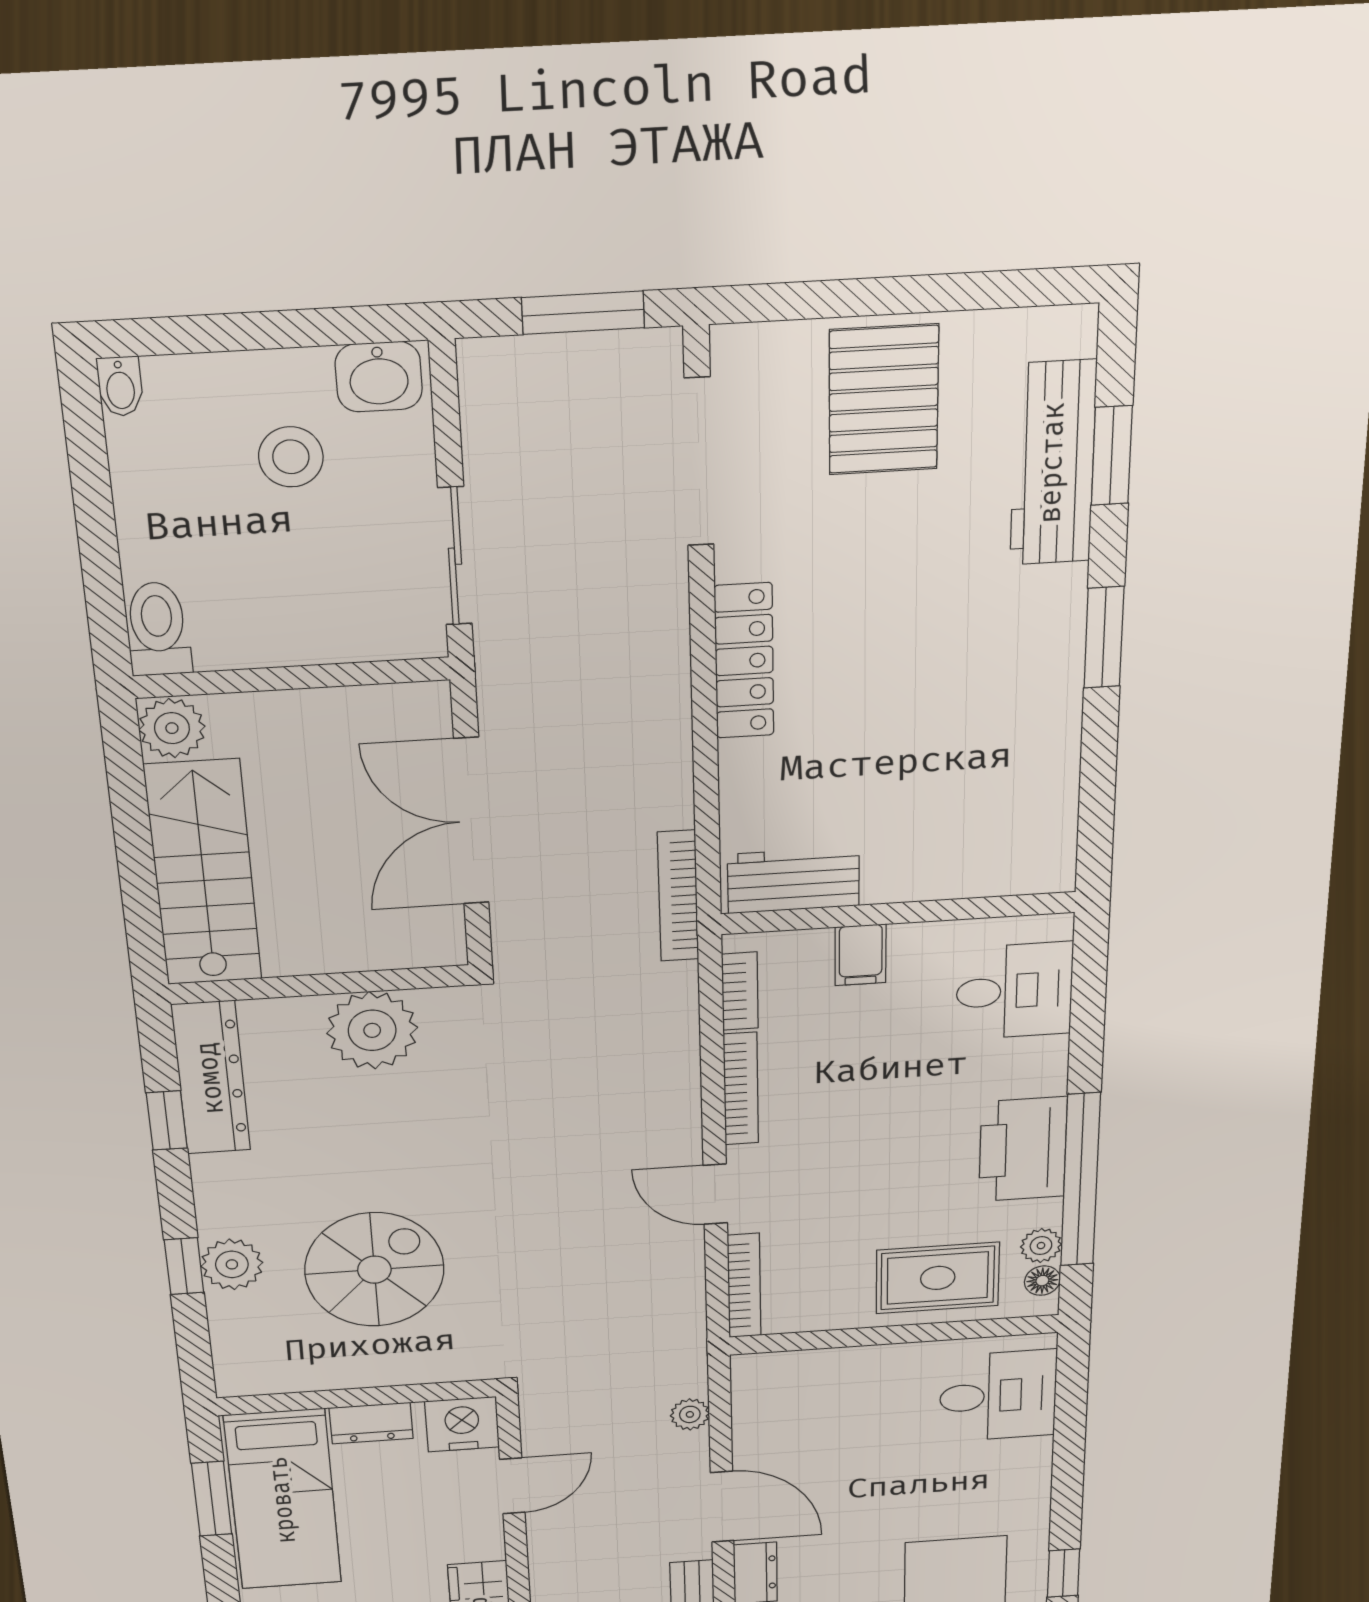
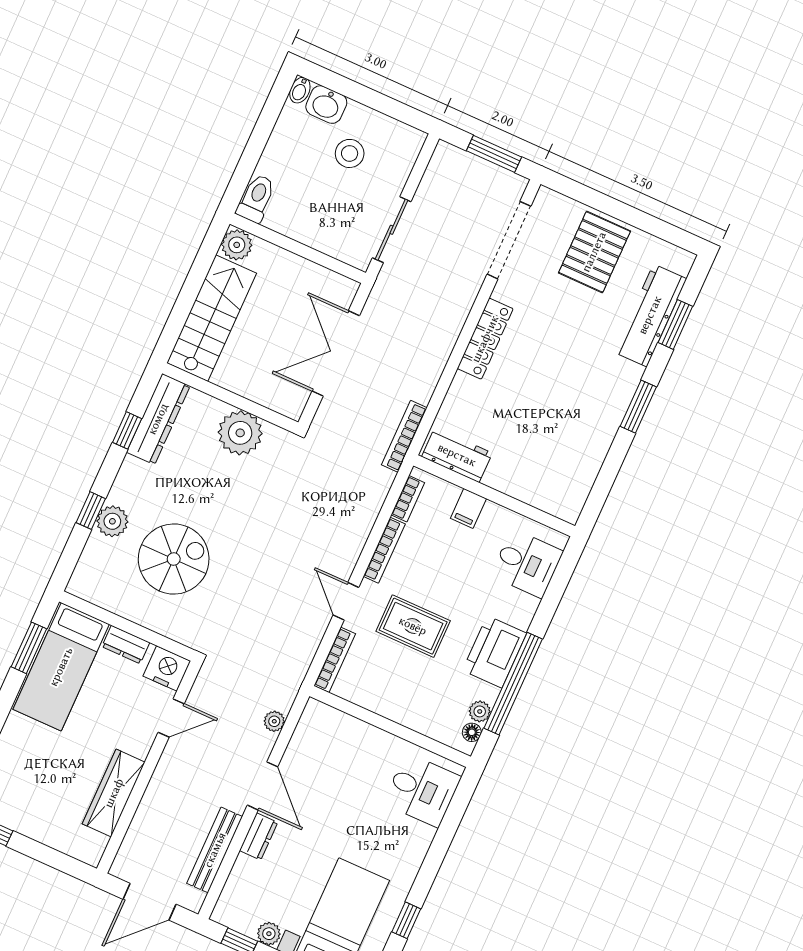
washbasin: (379, 377) -> (326, 105), moved
rug: (938, 1278) -> (413, 626), moved

